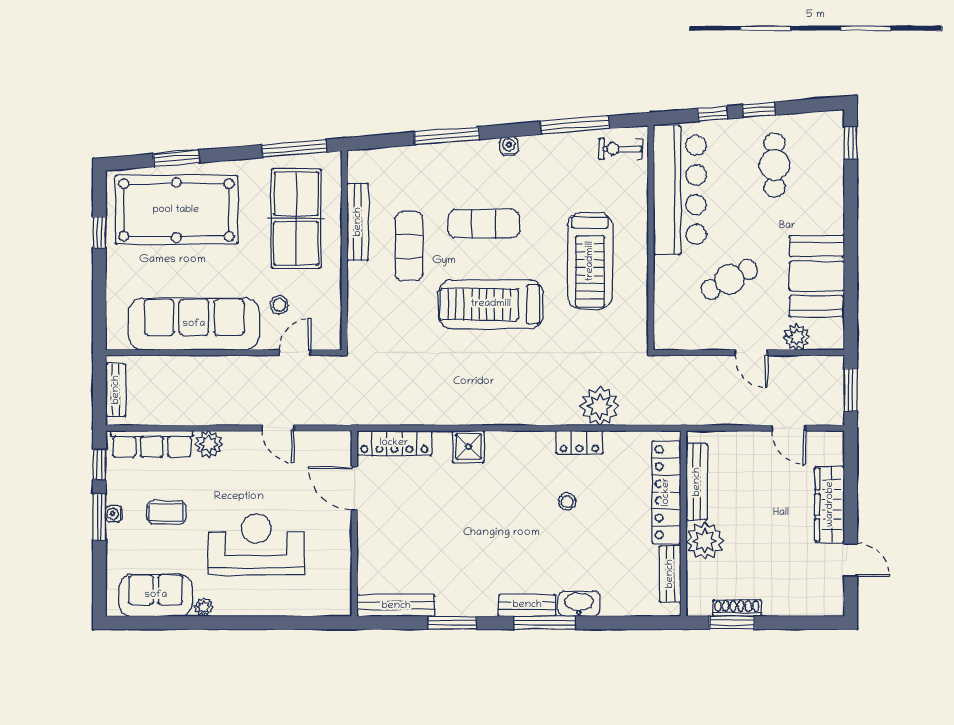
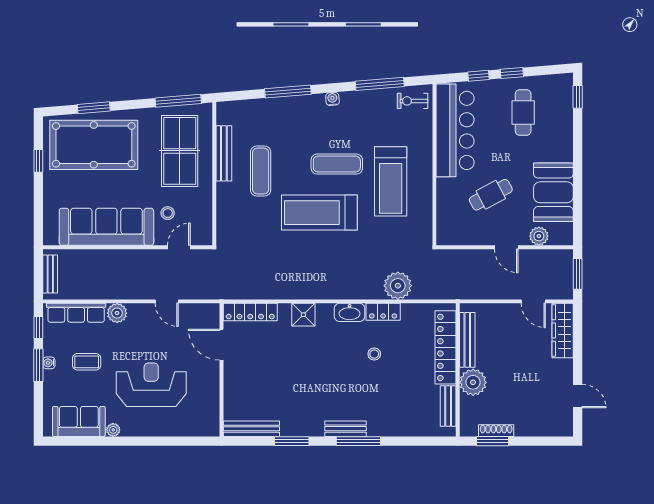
exercise mat: (484, 224) -> (337, 164), moved
wardrobe: (830, 504) -> (563, 330), moved
washbasin: (579, 604) -> (350, 312), moved, turned 180

